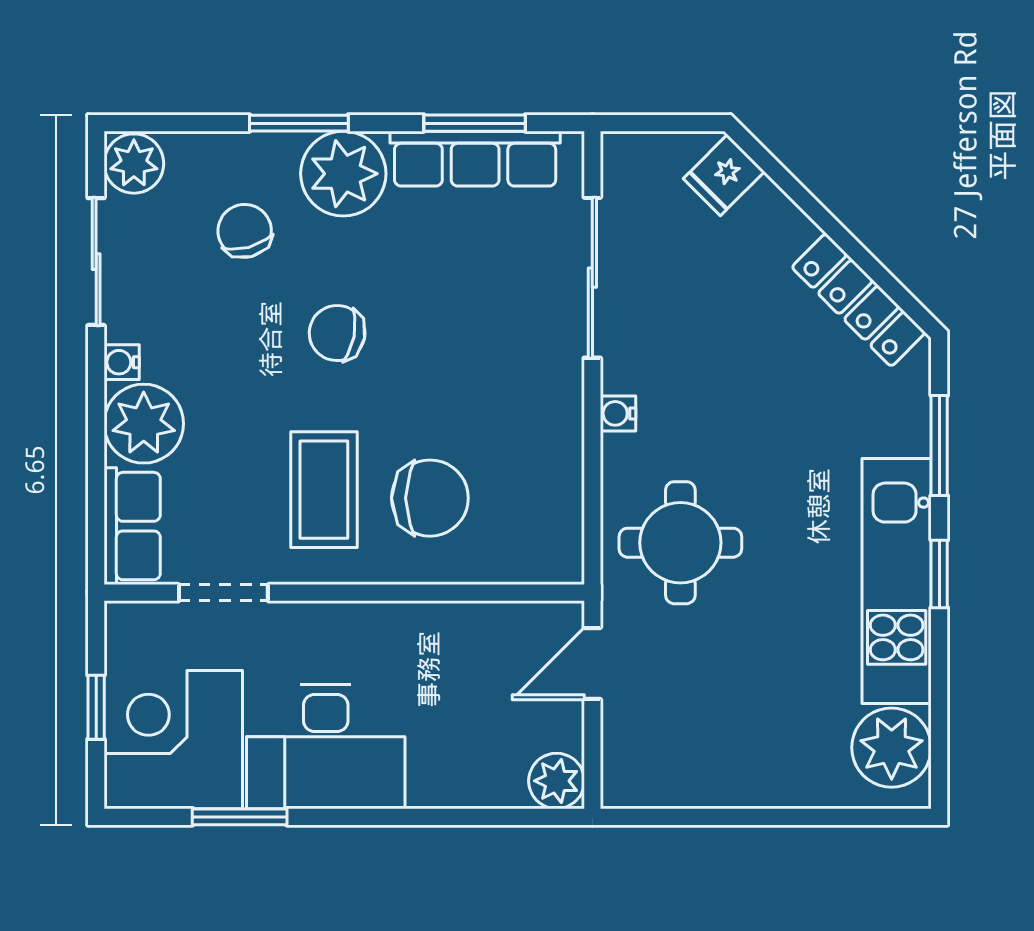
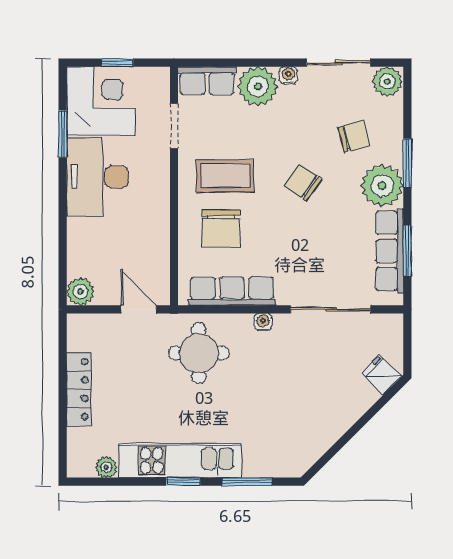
locker: (858, 300) -> (79, 389), moved, turned 135
chair: (337, 333) -> (303, 182), turned -66
row of seats: (556, 476) -> (232, 291), added
plant: (892, 748) -> (106, 467), width x0.53, depth x0.53

